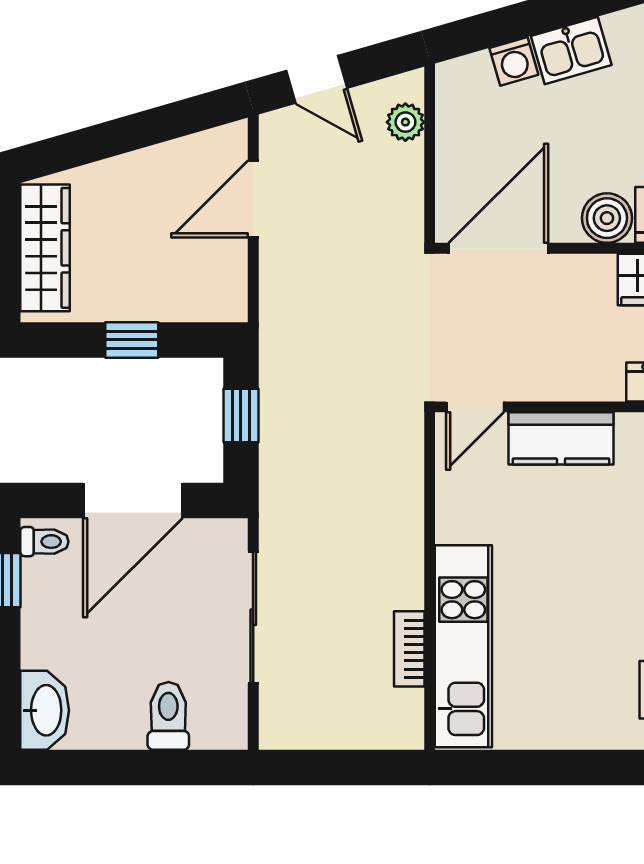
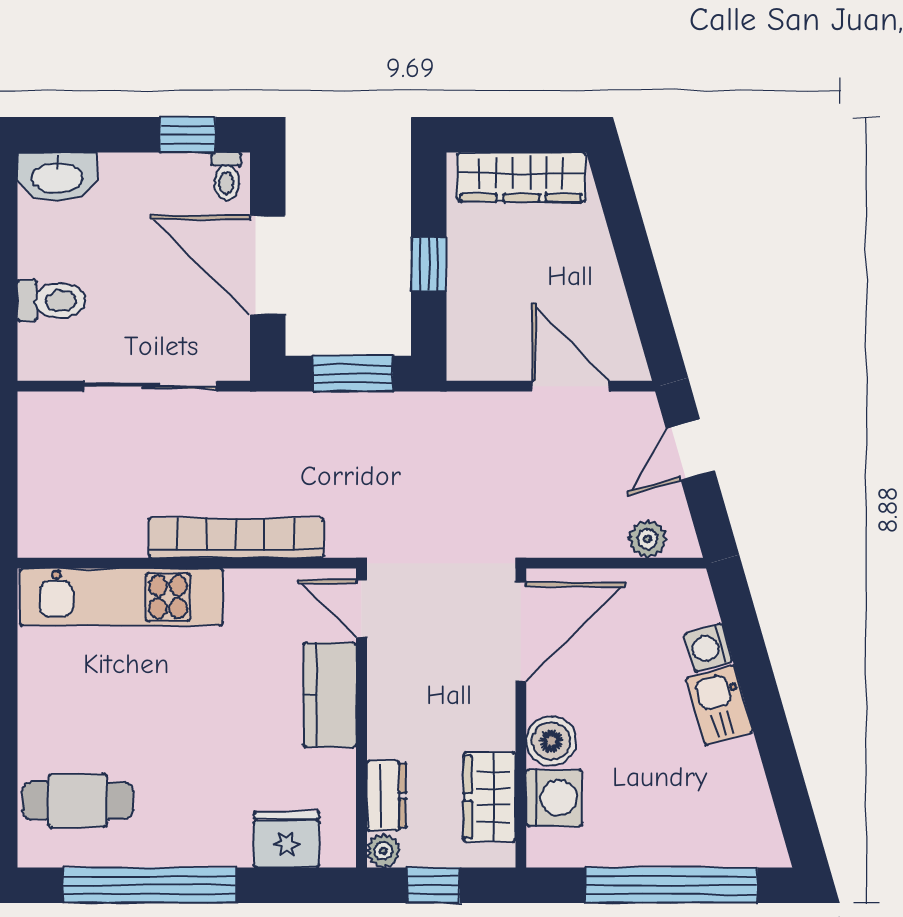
door: (498, 248) -> (521, 632), hinge flipped
window: (241, 416) -> (353, 374), width x1.50
bookcase: (409, 649) -> (236, 538), moved, width x2.31, depth x1.31

